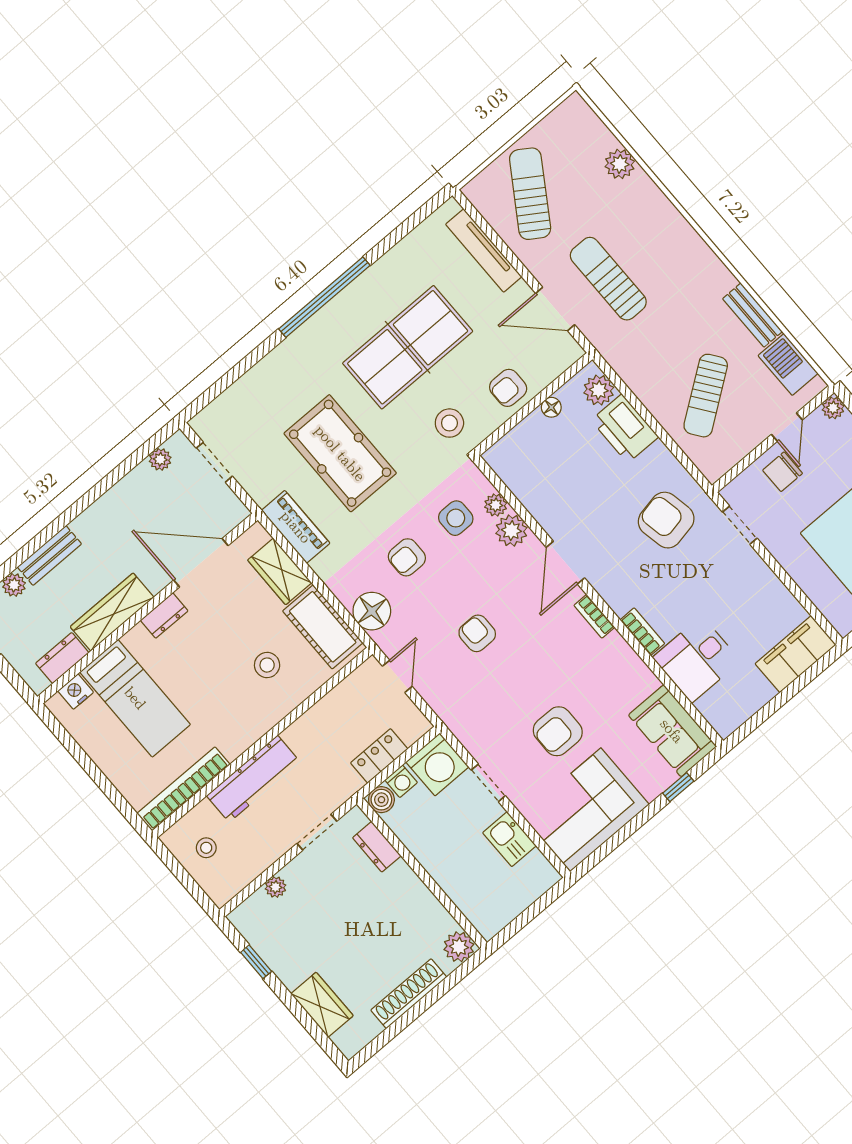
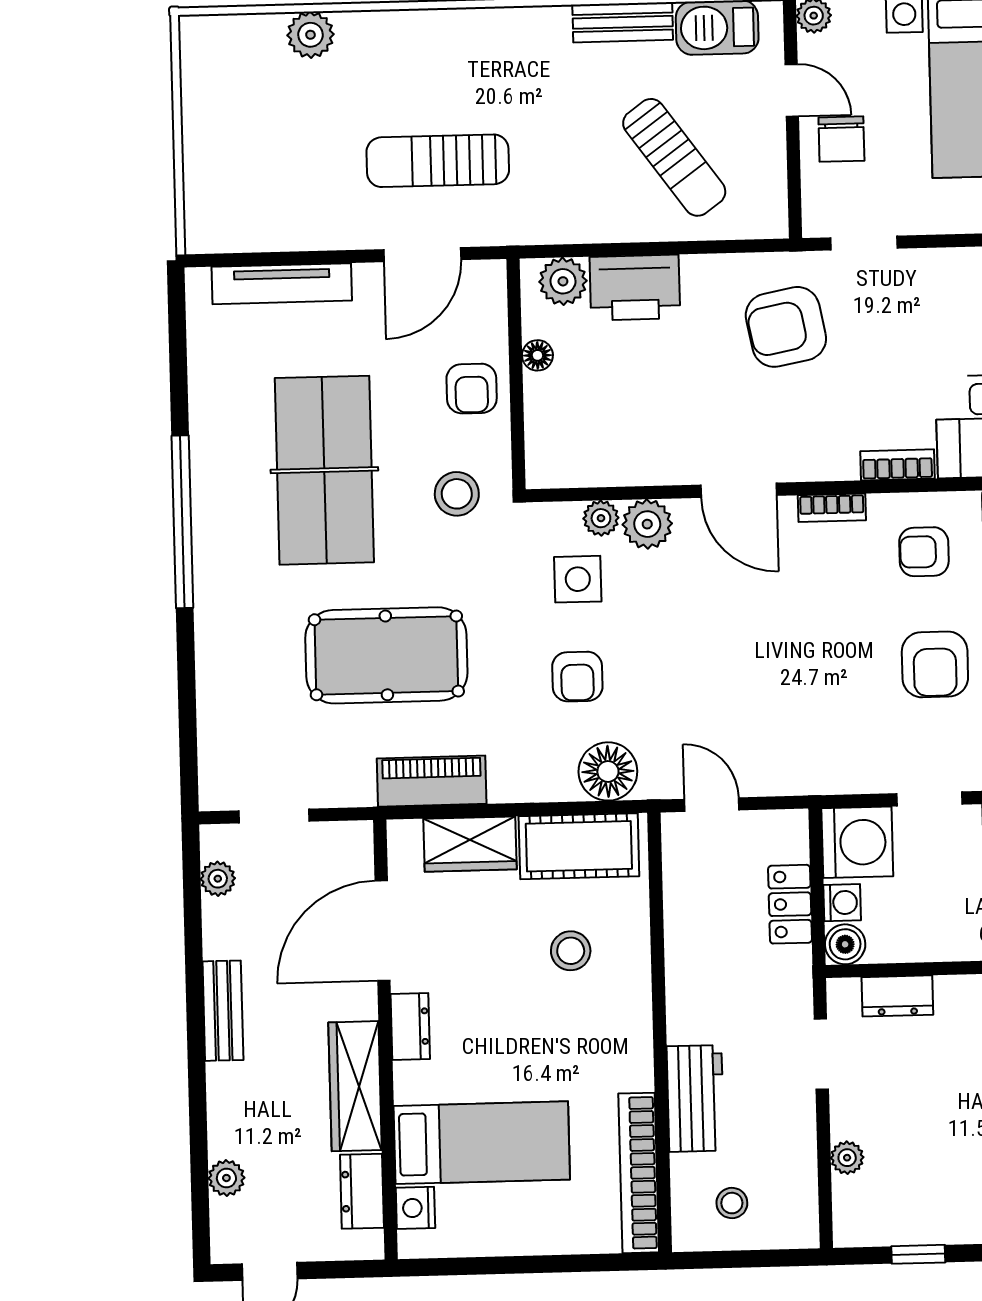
sun lounger: (530, 194) -> (259, 172), removed
bench: (49, 555) -> (223, 1011), moved
armchair: (477, 633) -> (924, 552), moved
workbench: (253, 779) -> (695, 1098), width x0.73

